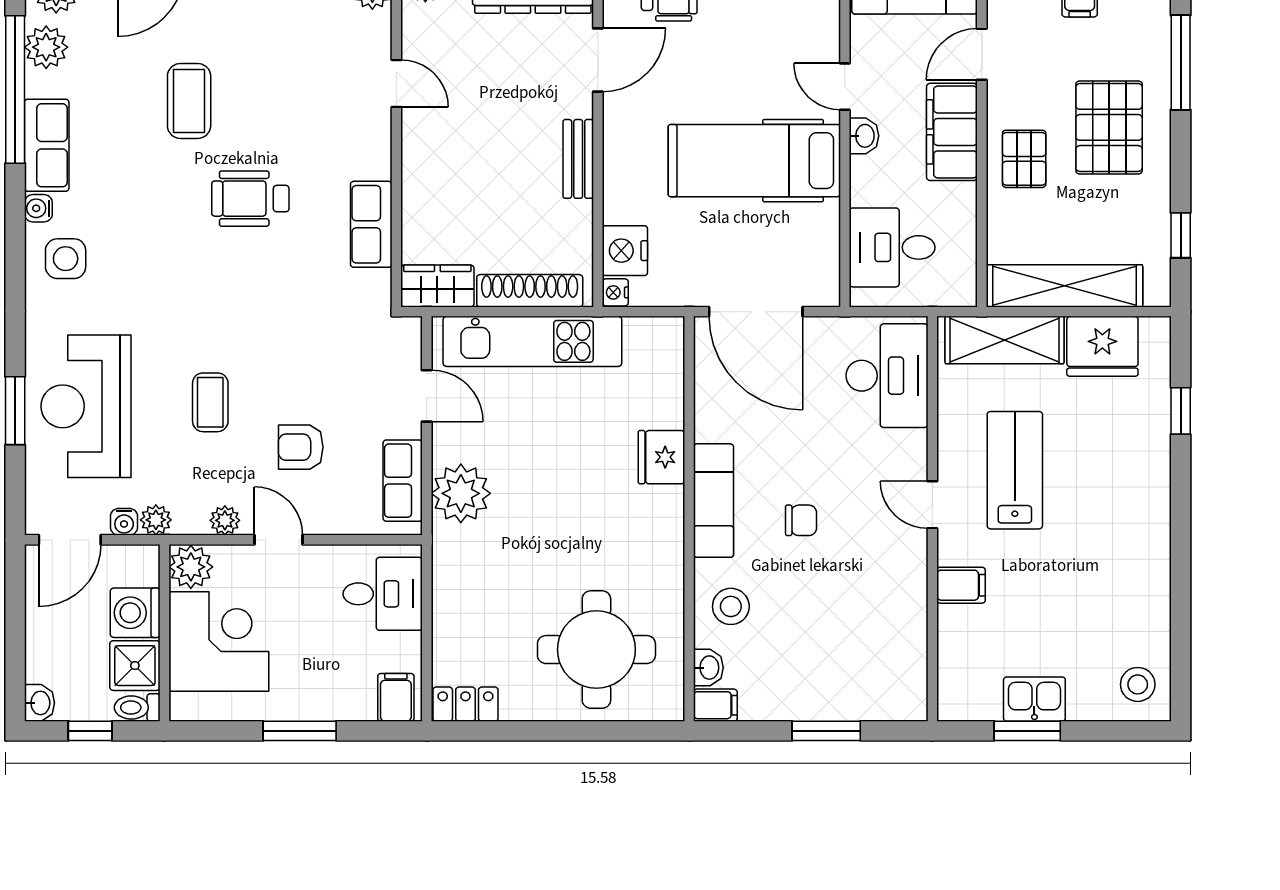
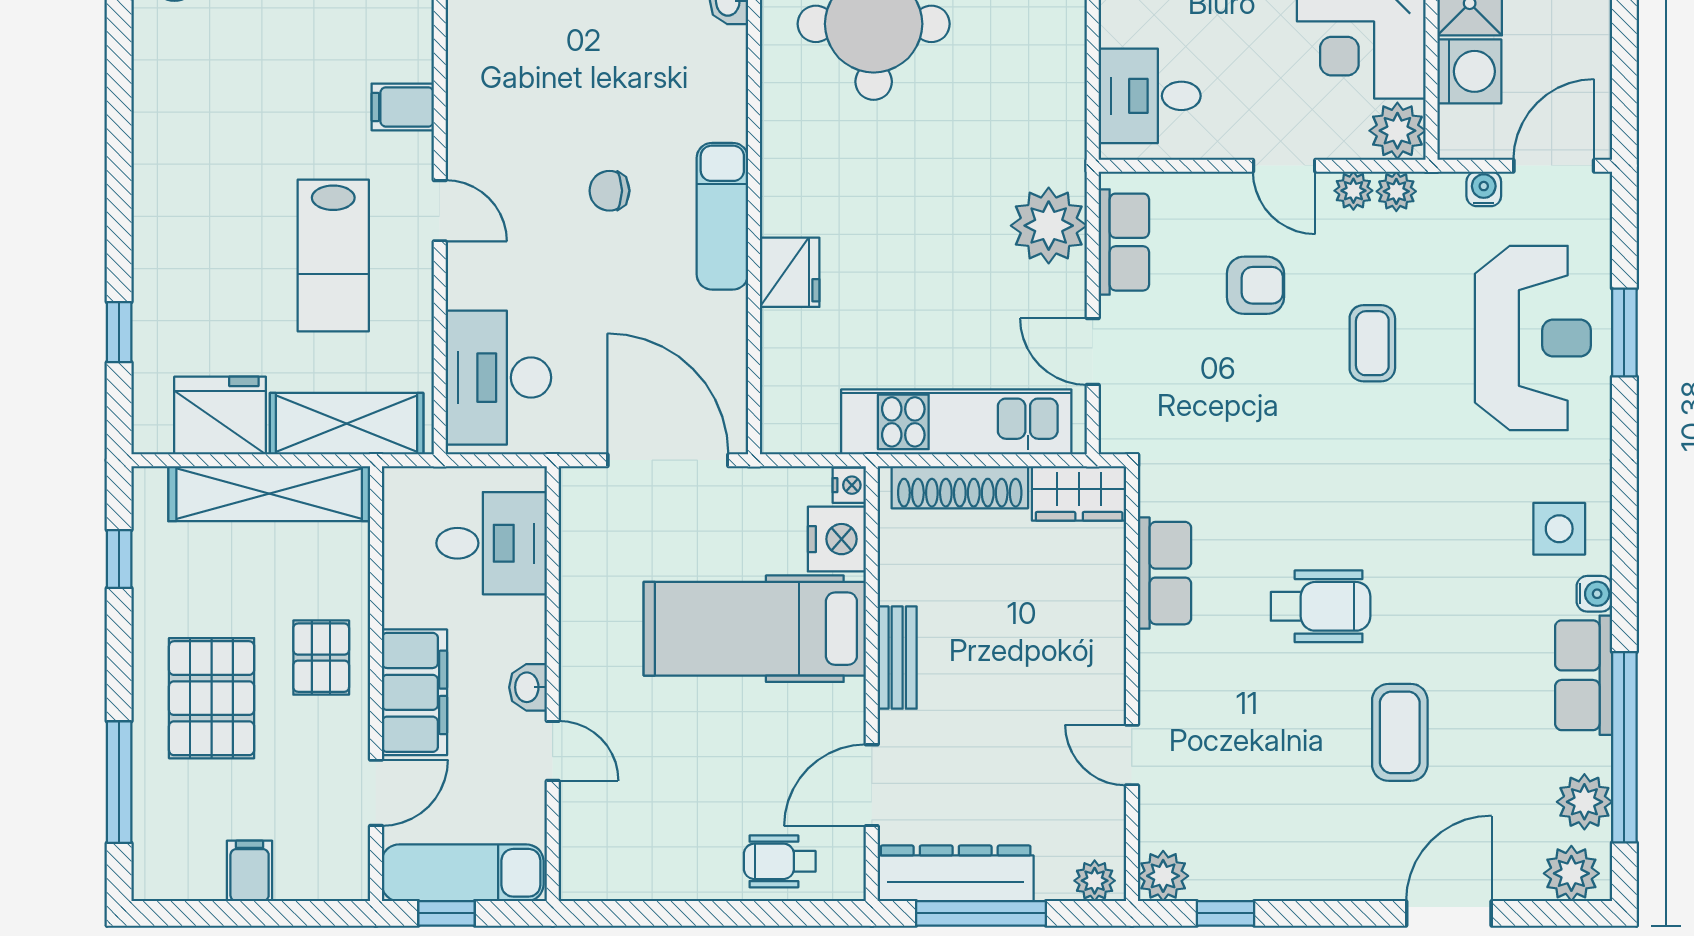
hospital bed: (754, 161) -> (755, 629), moved, turned 180
plant: (156, 520) -> (1396, 191), moved
stool: (731, 606) -> (700, 80), removed

